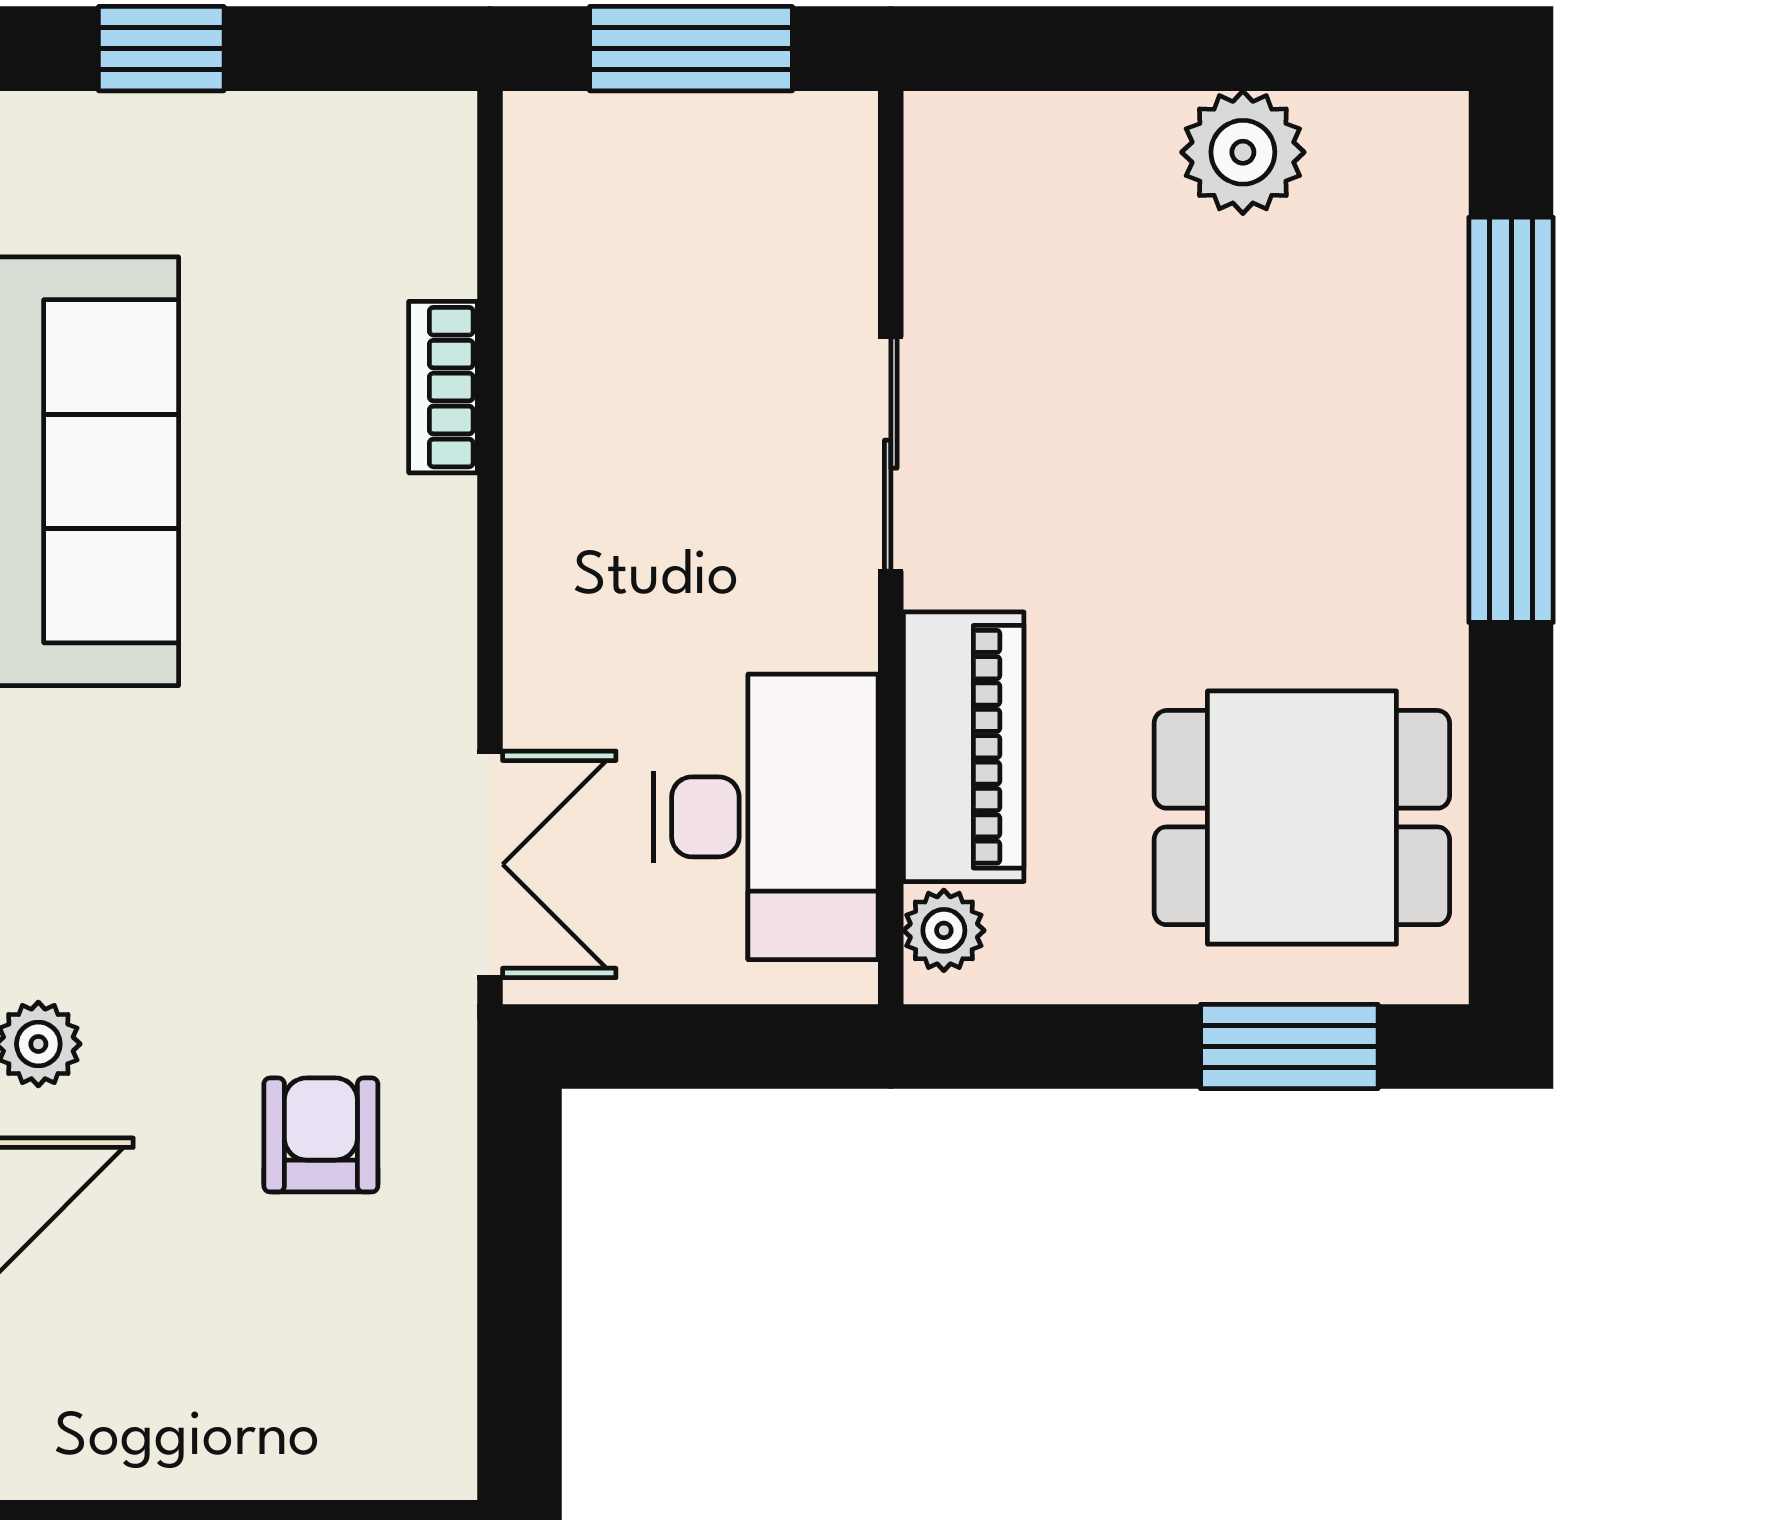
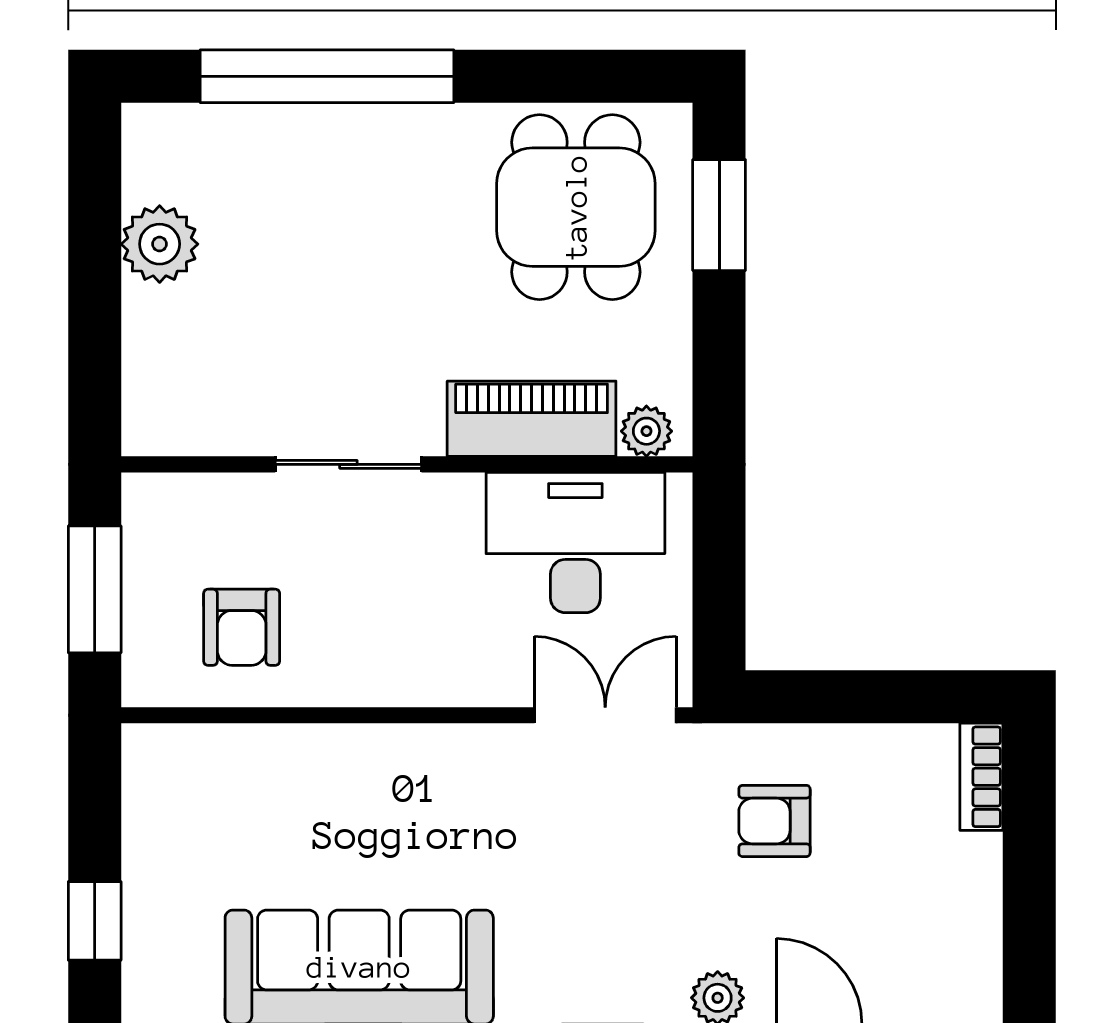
armchair: (631, 283) -> (242, 627), added
bookcase: (443, 387) -> (981, 777), moved, turned 90

